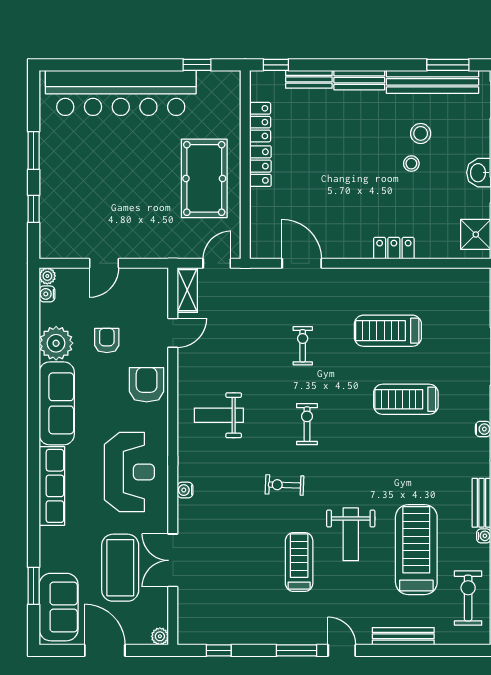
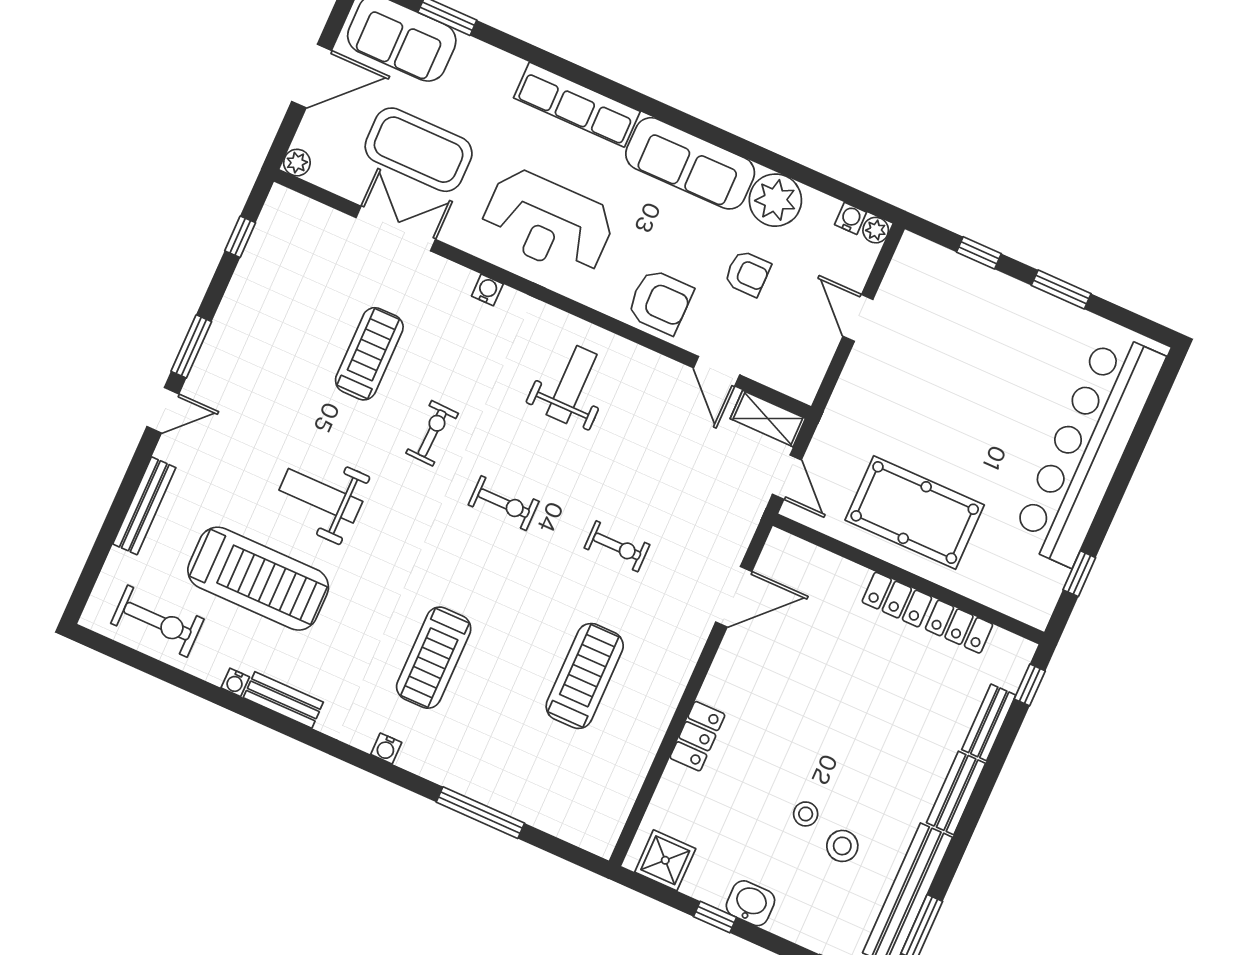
treadmill: (406, 399) -> (434, 658), moved, turned 180
treadmill: (299, 562) -> (369, 354), moved, turned -90

